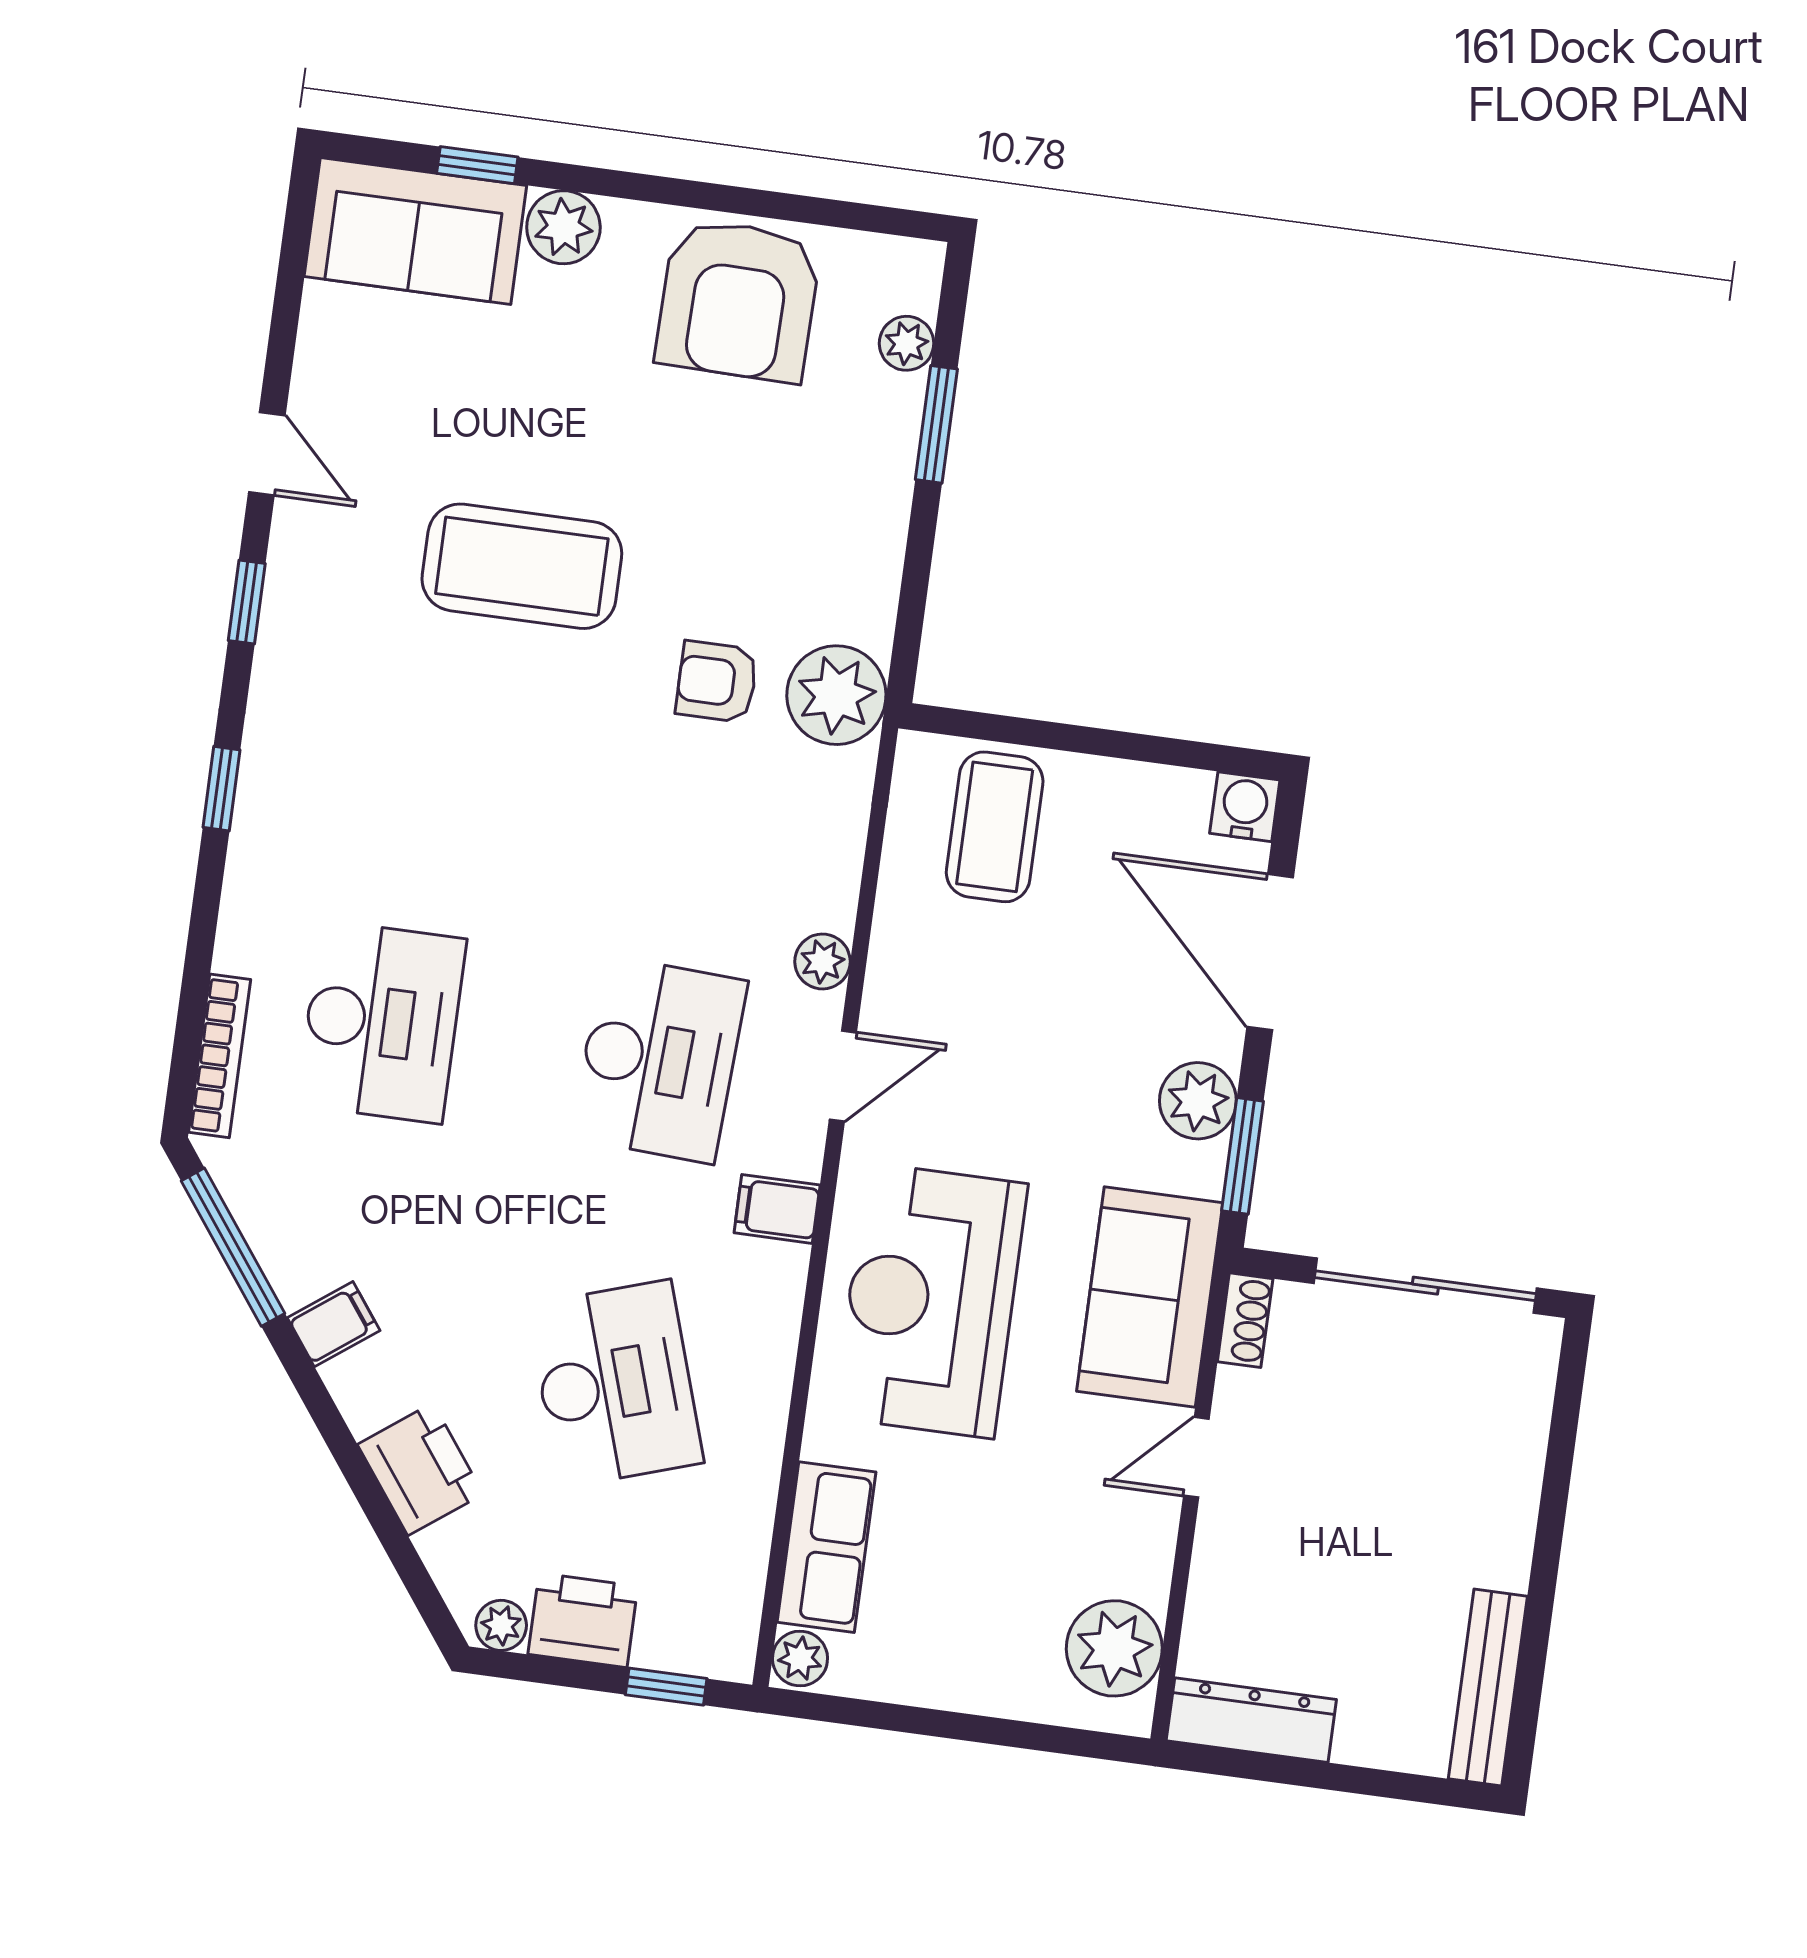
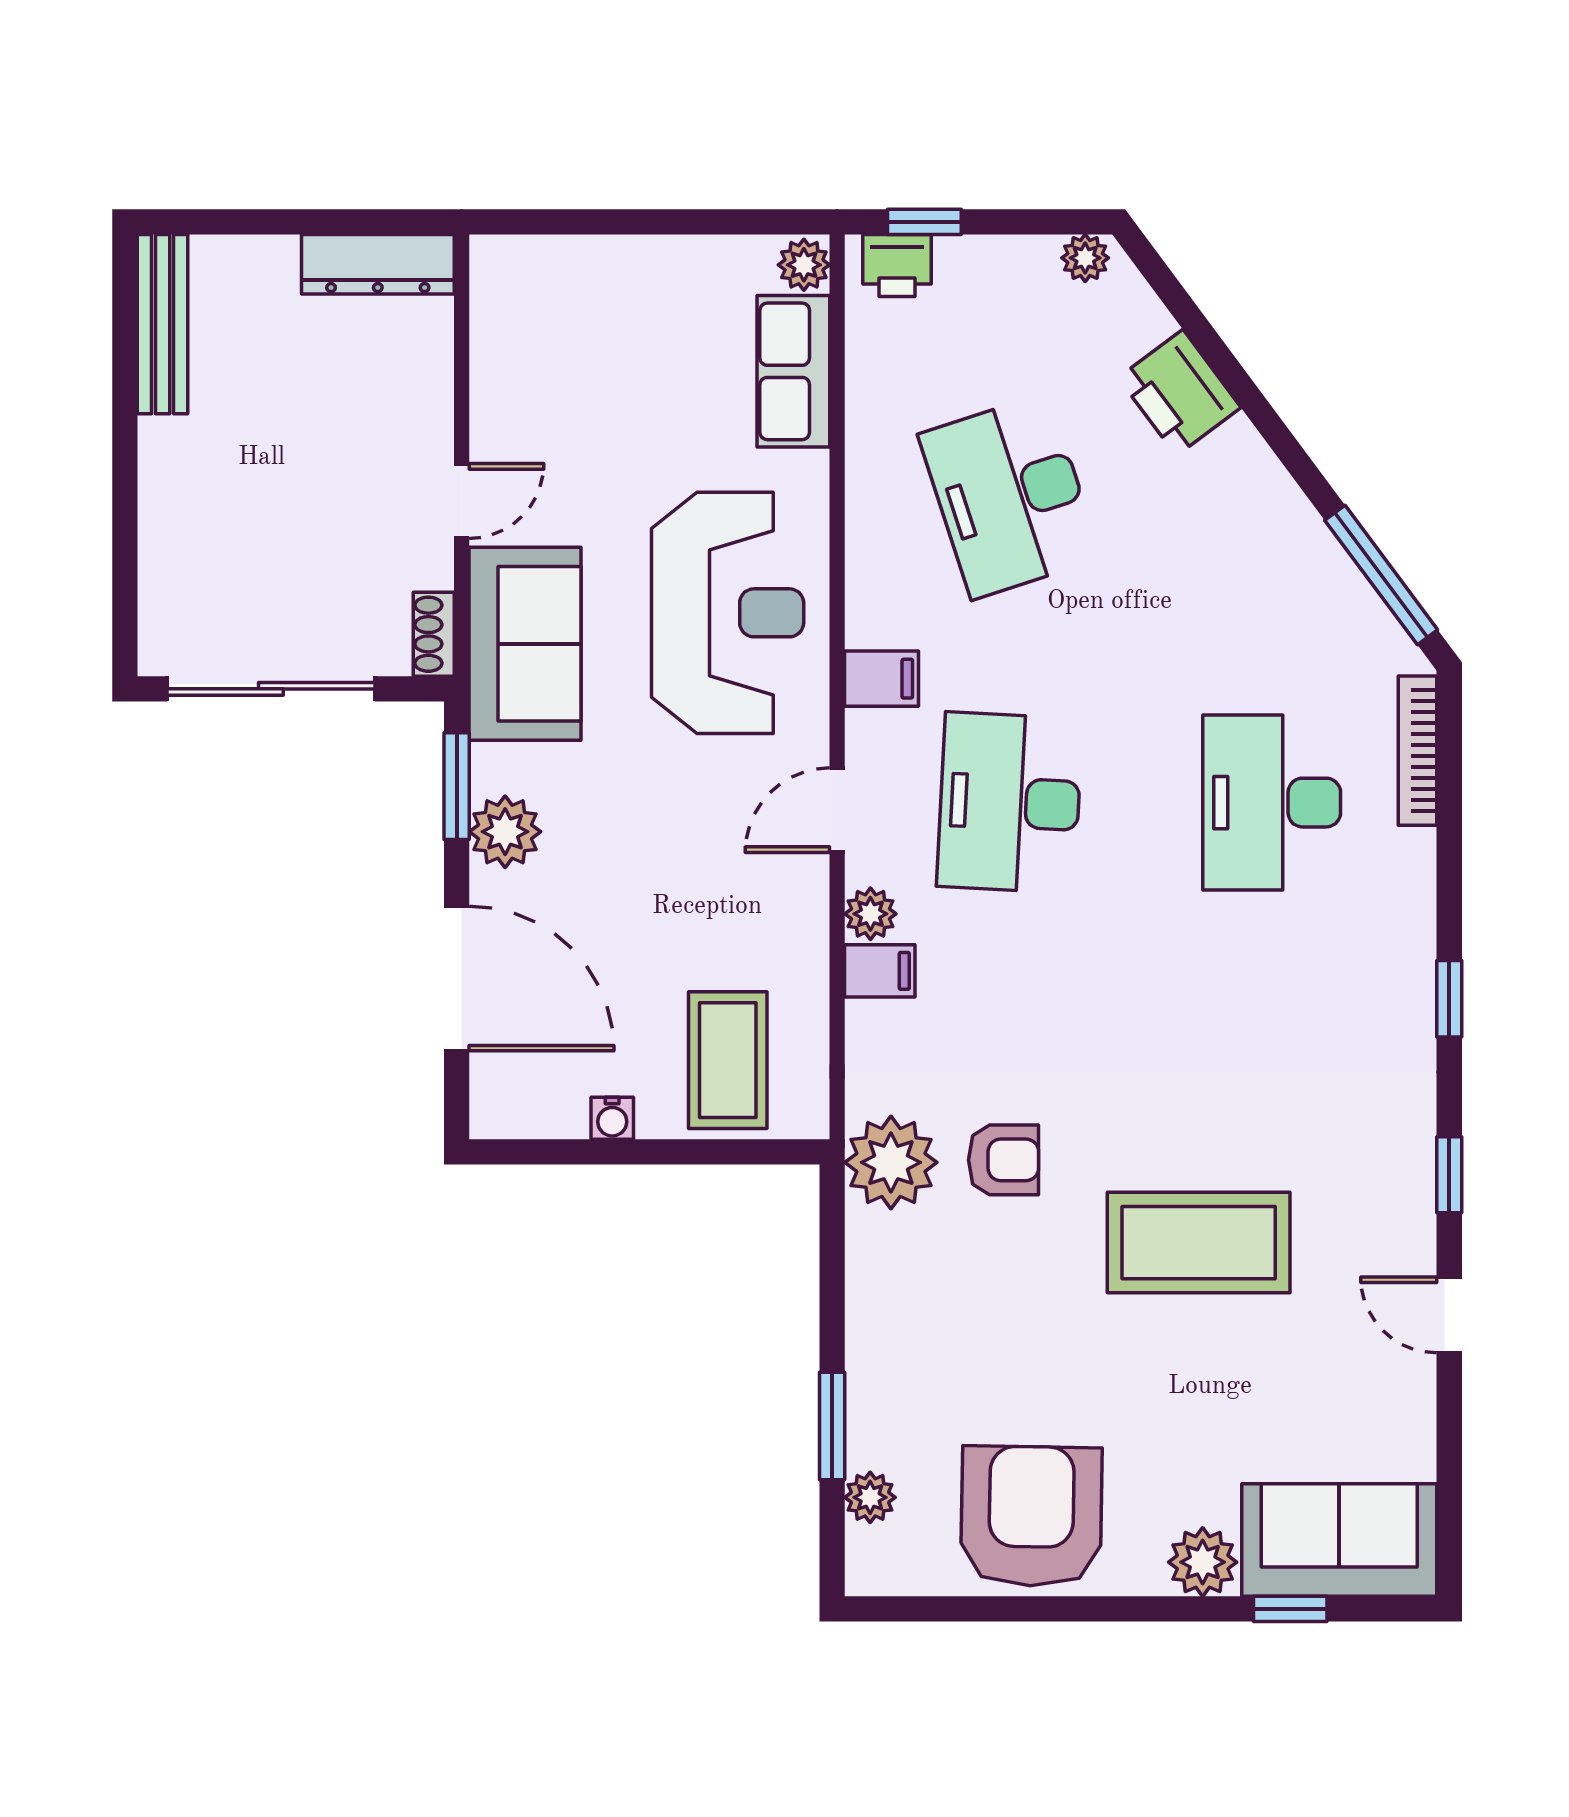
water cooler: (1245, 807) -> (612, 1118), moved, width x0.72, depth x0.72
filing cabinet: (334, 1324) -> (880, 971), moved, turned -143
printer: (583, 1620) -> (897, 266), moved, width x0.73, depth x0.81
plant: (1114, 1648) -> (514, 314), removed

